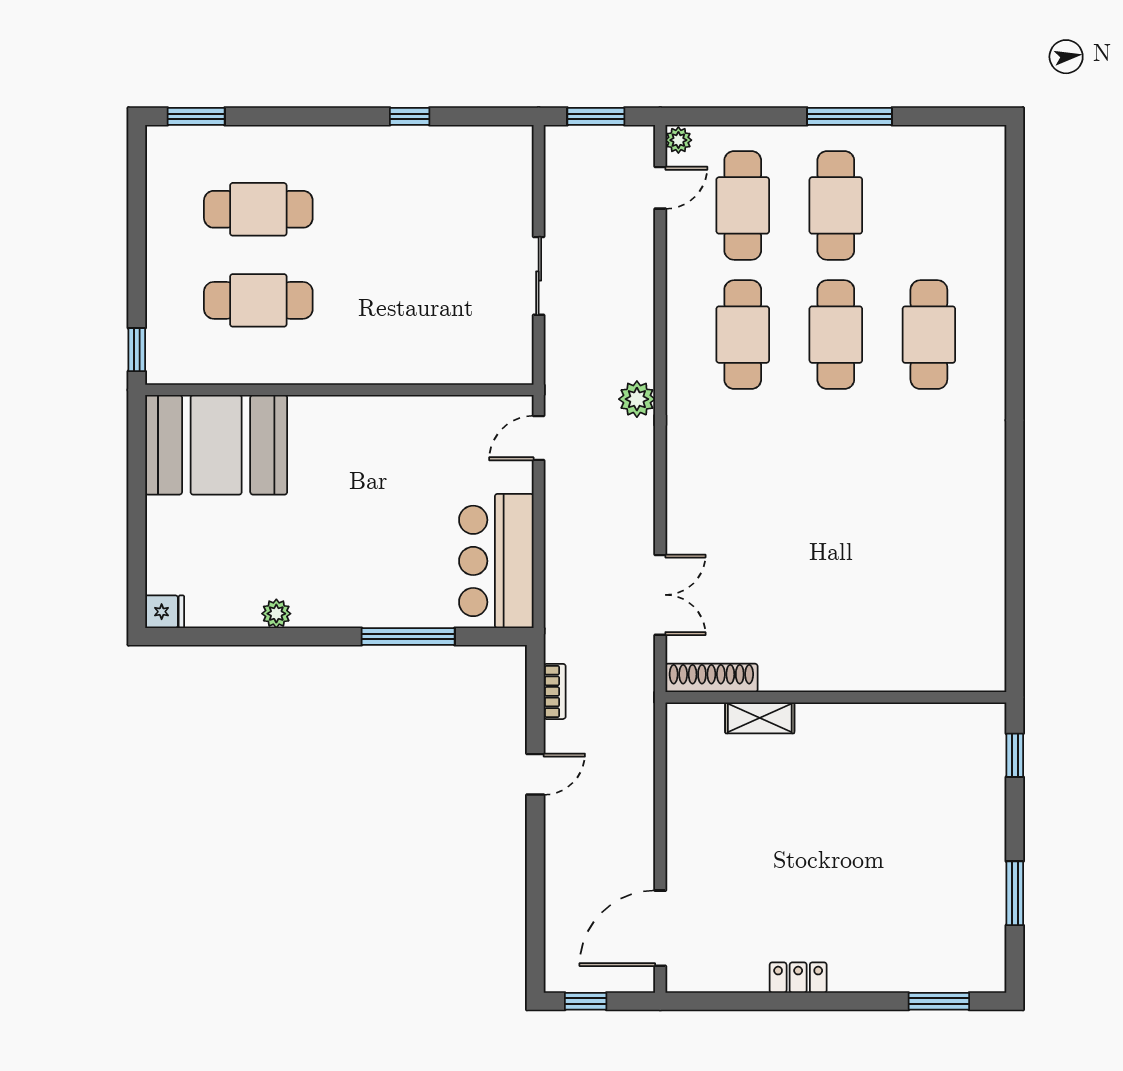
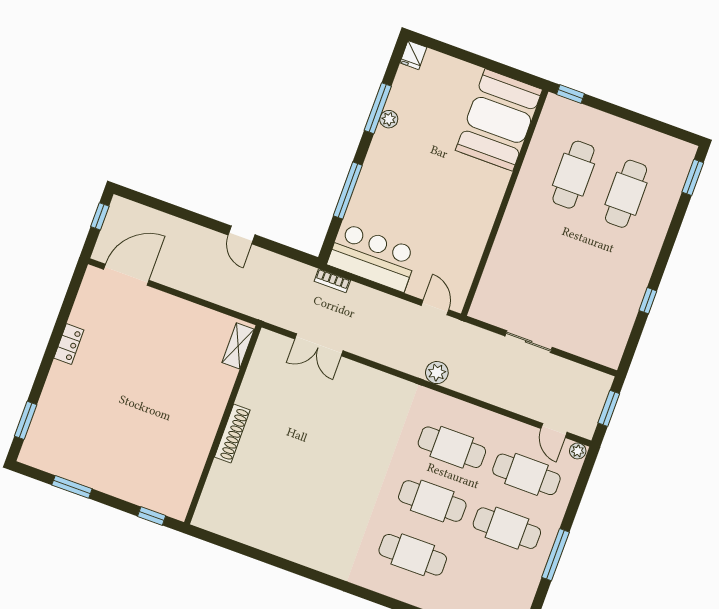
window: (266, 636) -> (378, 108), added
shoe rack: (711, 678) -> (232, 434), moved
bookcase: (555, 691) -> (332, 281), moved
shelving: (760, 718) -> (238, 346), moved
door: (660, 928) -> (126, 275), hinge flipped

